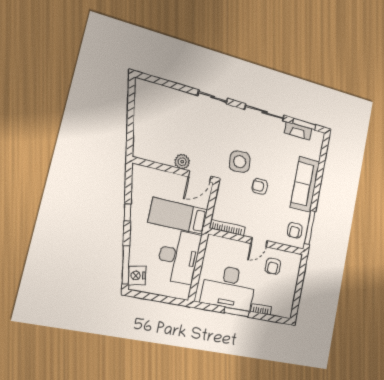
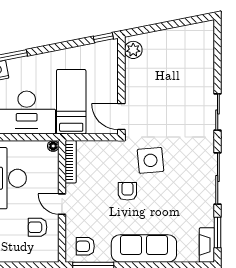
fireplace: (298, 131) -> (207, 245), moved
plant: (182, 162) -> (133, 50), moved
window: (128, 212) -> (103, 38), moved
floor lamp: (212, 239) -> (53, 146), added

